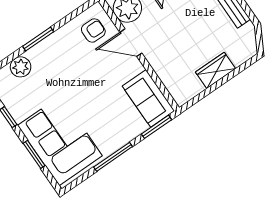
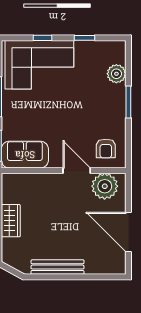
door: (131, 43) -> (77, 171), hinge flipped
window: (34, 154) -> (43, 38), width x0.67

